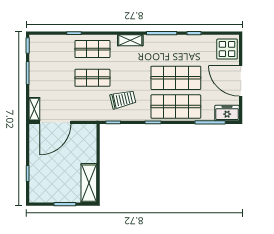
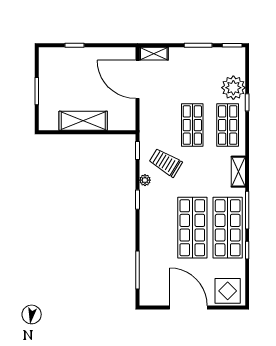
plant: (62, 44) -> (233, 88), added
door: (241, 81) -> (188, 307), hinge flipped
trolley: (123, 99) -> (166, 163), turned 134
shop shelf: (176, 107) -> (228, 228), moved
freezer: (227, 113) -> (149, 291), removed
plant: (137, 116) -> (145, 180), added
shelving: (89, 183) -> (83, 121), moved

